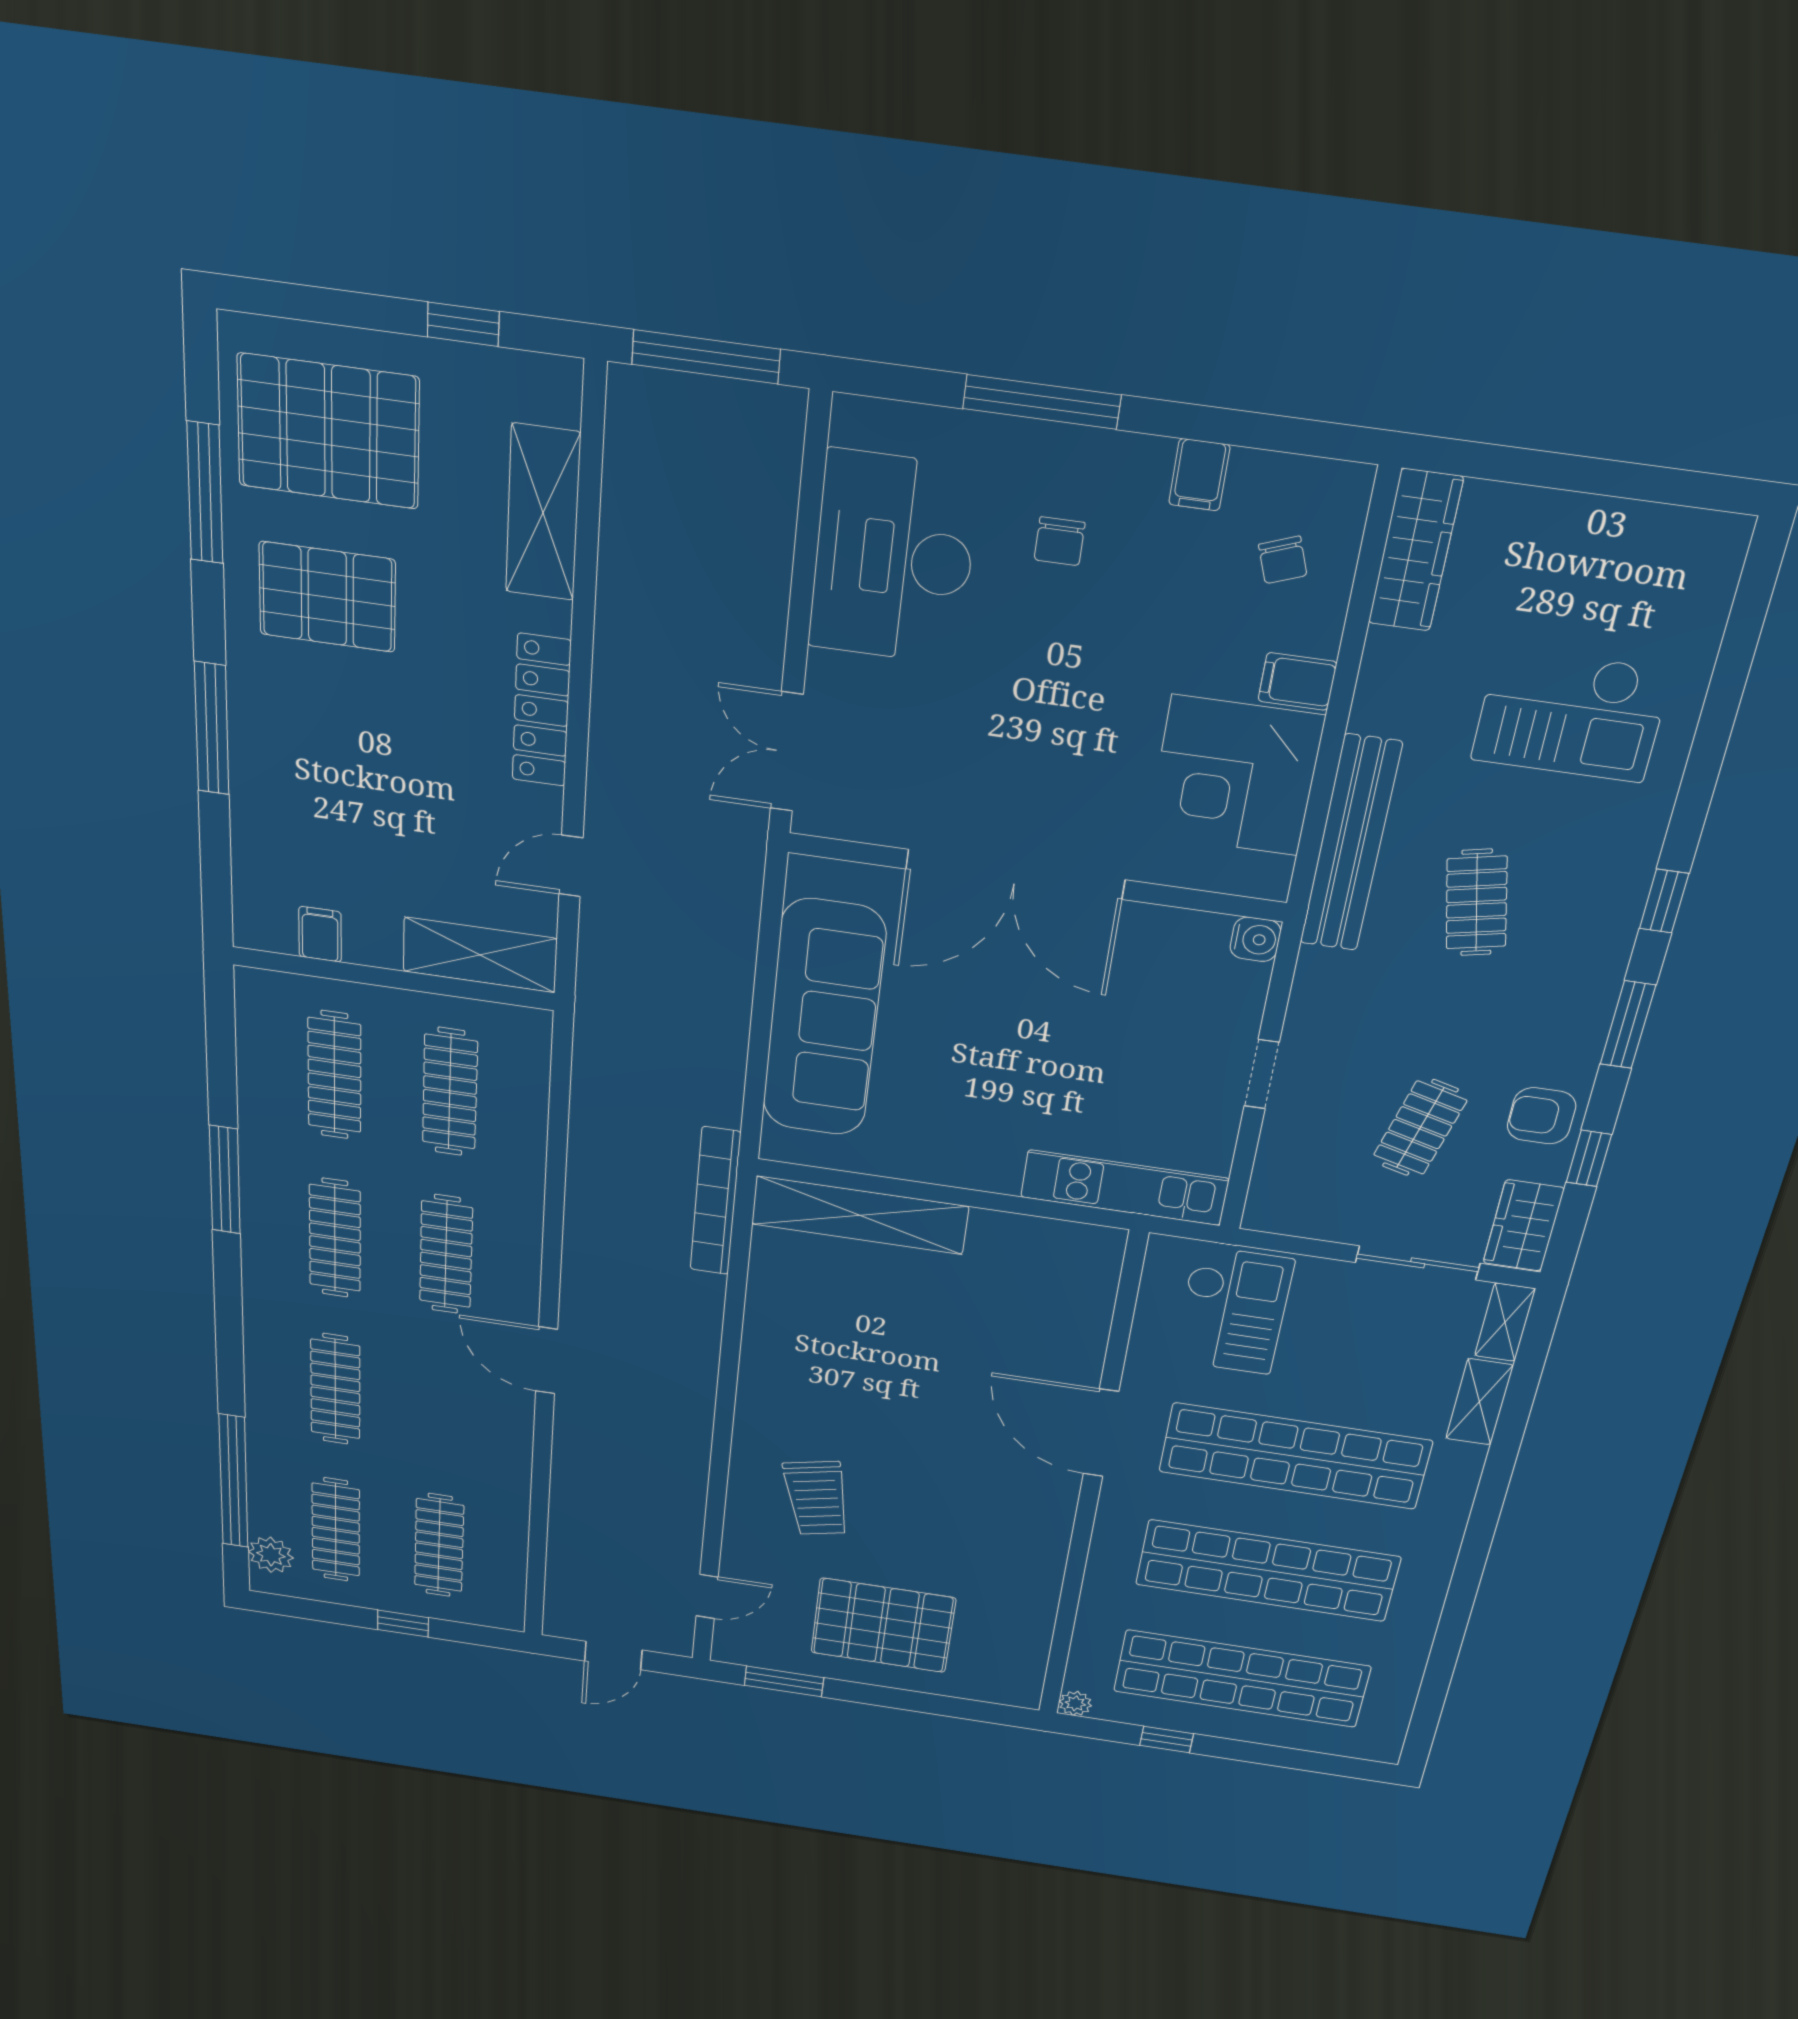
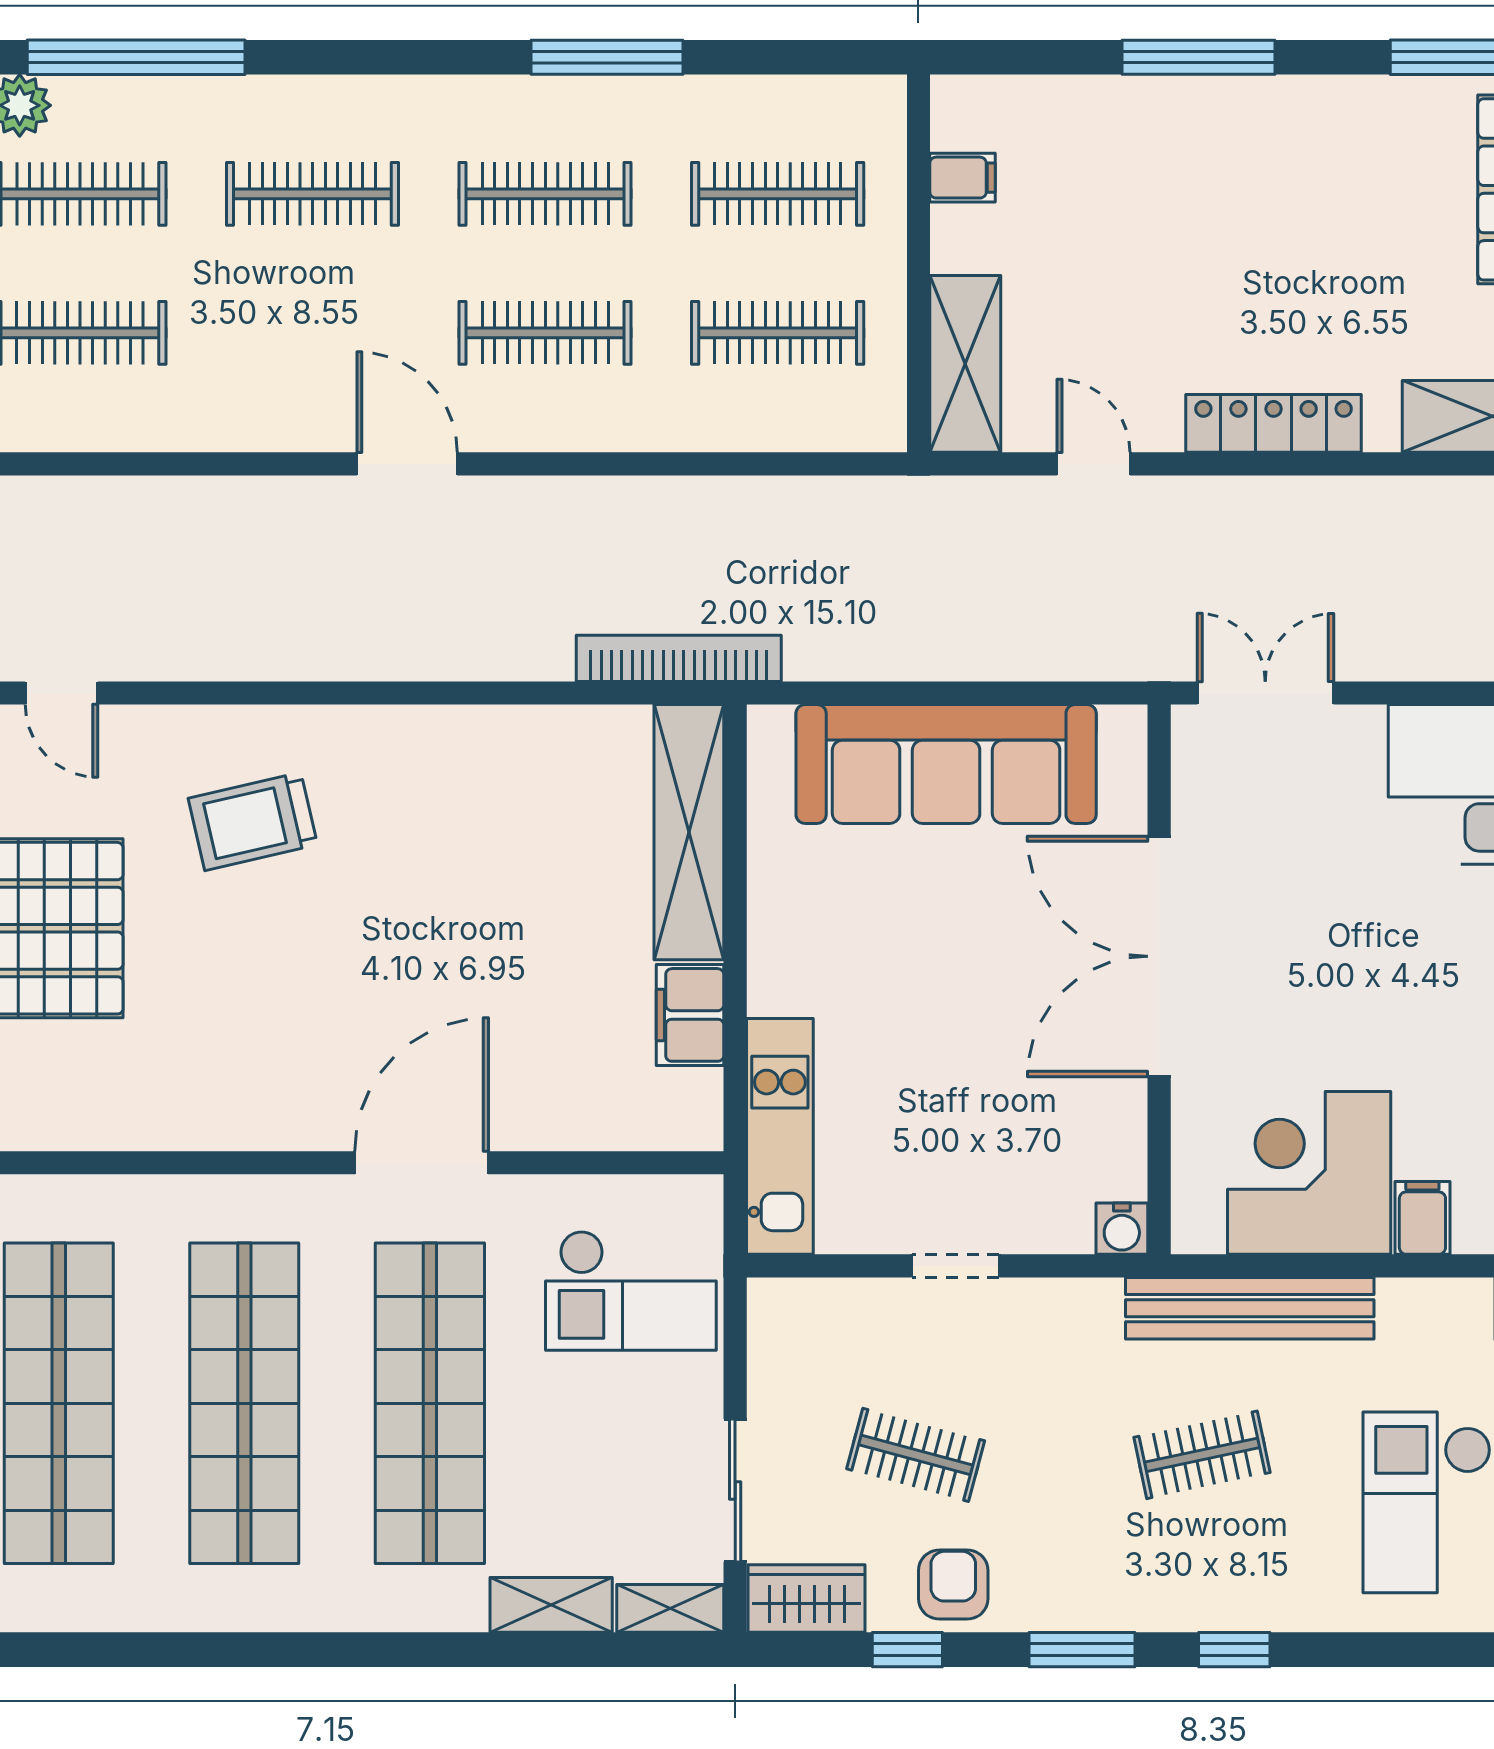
pallet: (327, 597) -> (1369, 188), removed
filing cabinet: (1012, 1236) -> (690, 1015), added
door: (547, 1360) -> (407, 464), hinge flipped

